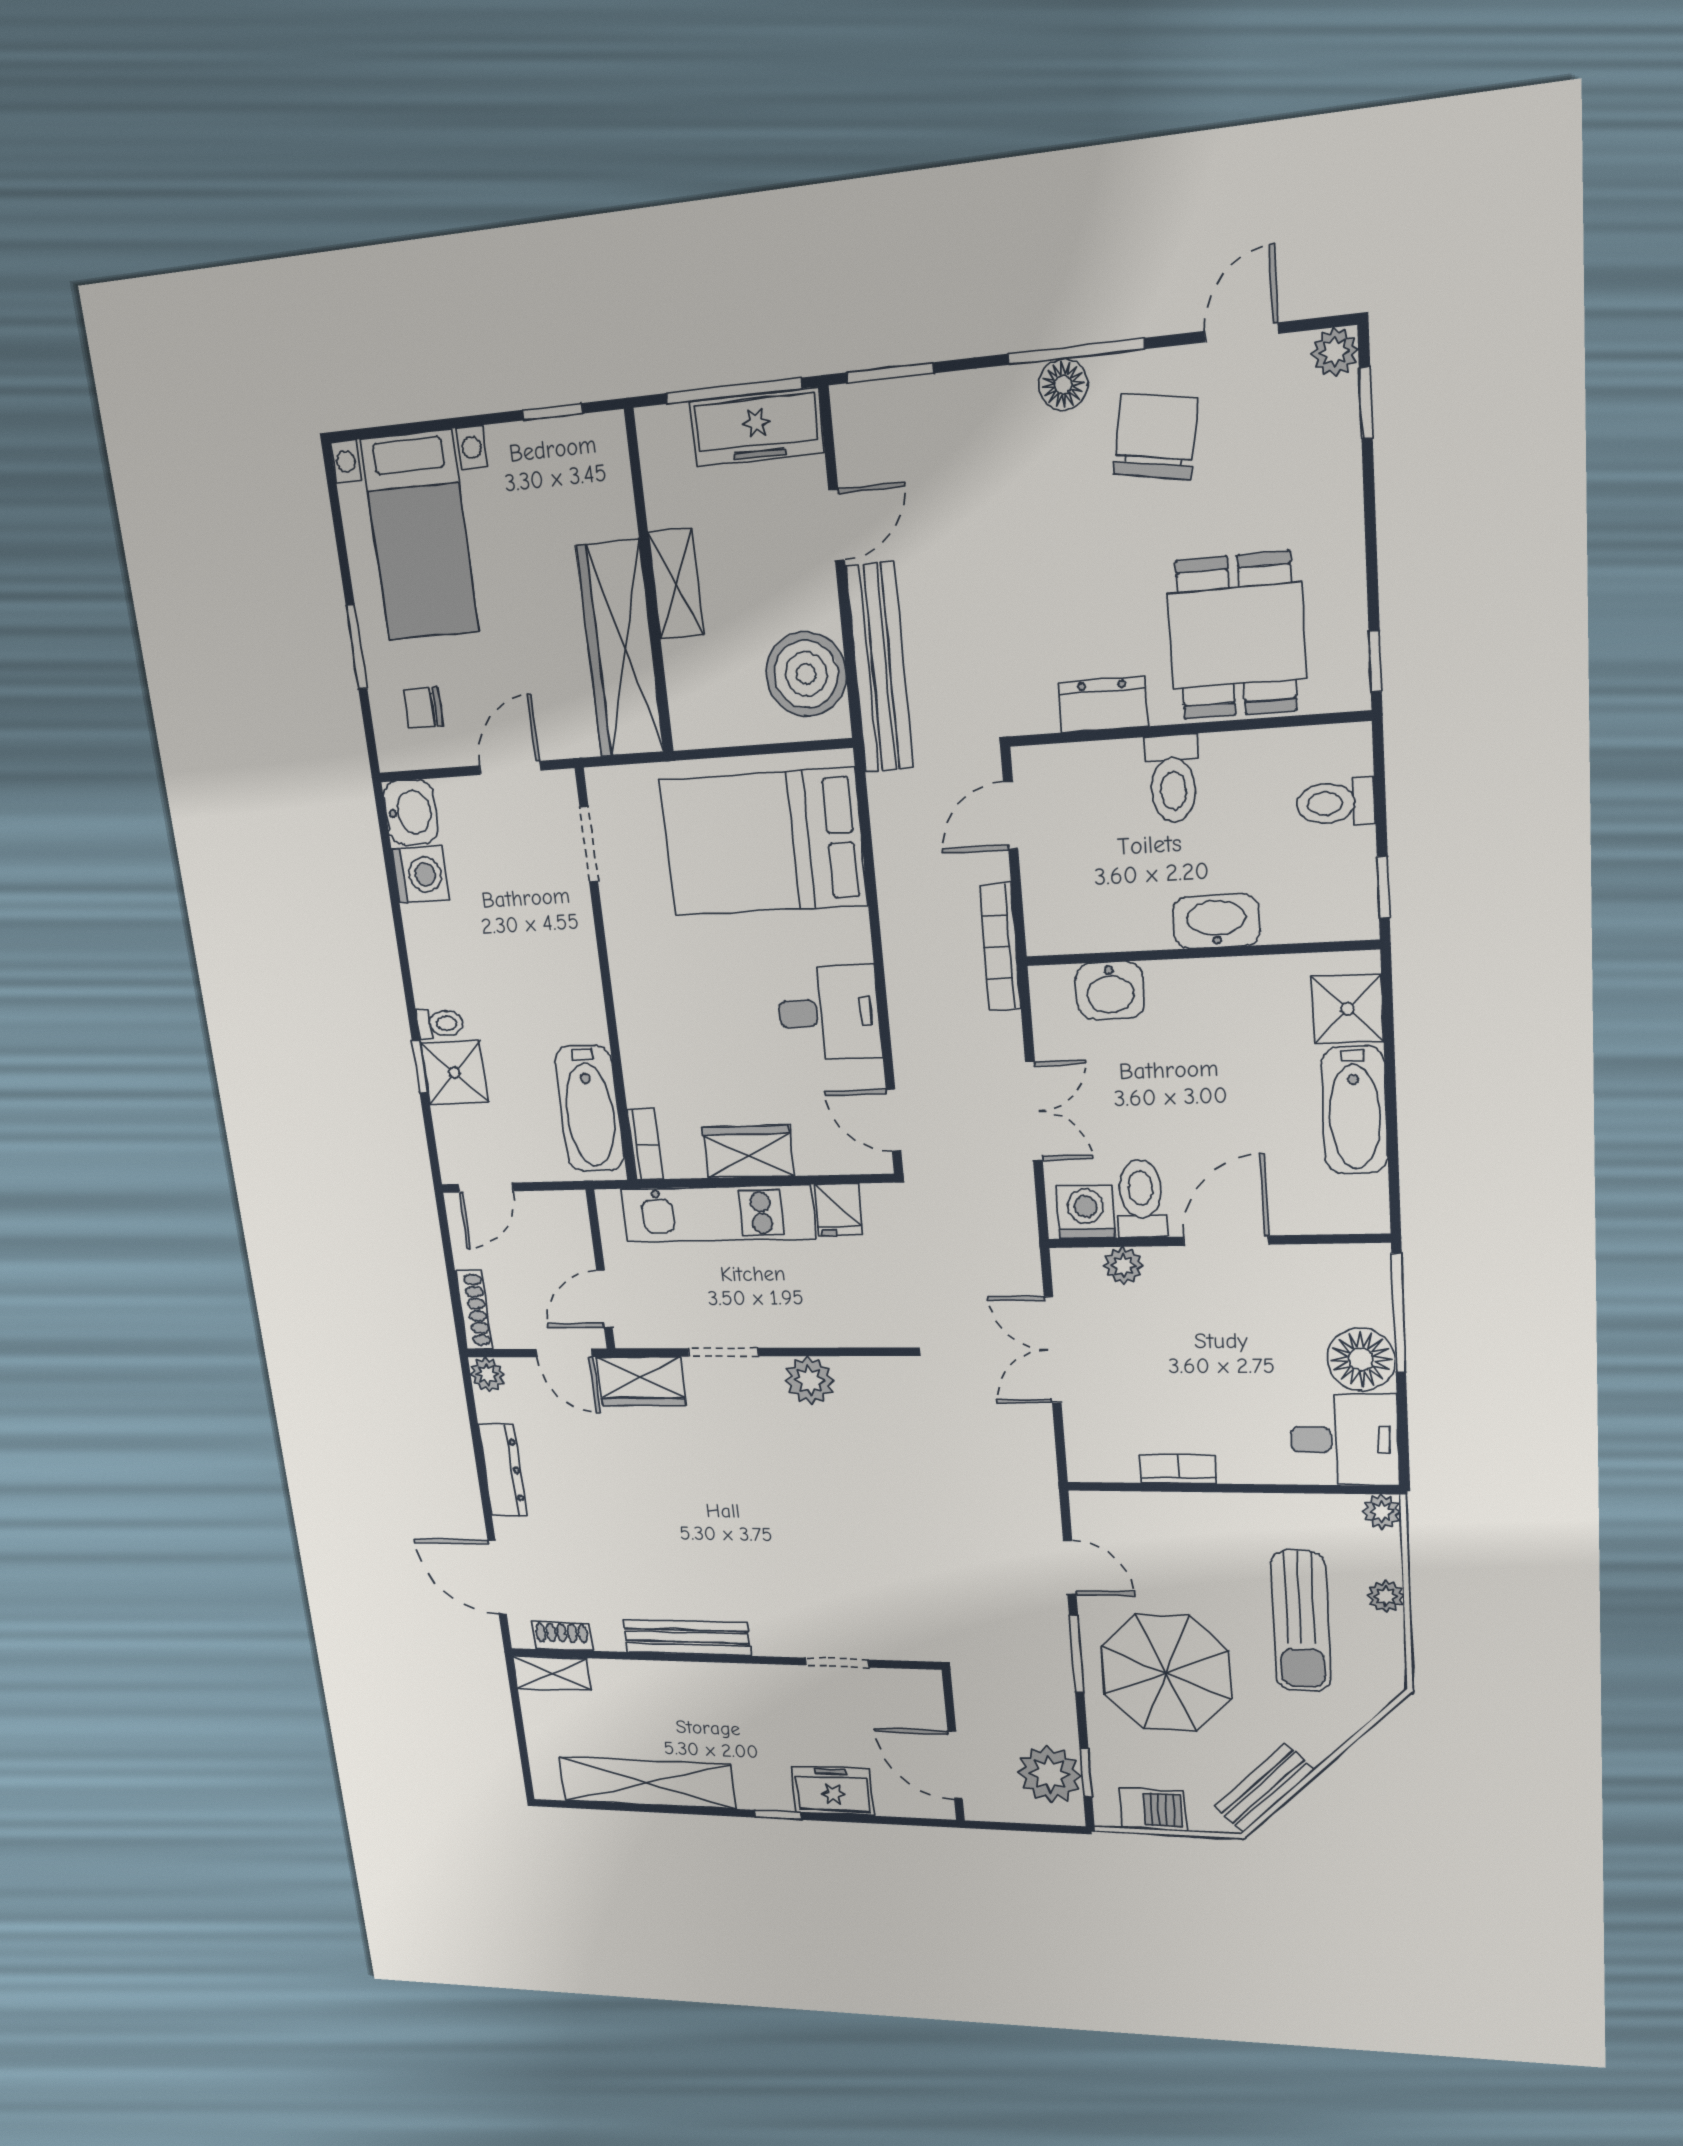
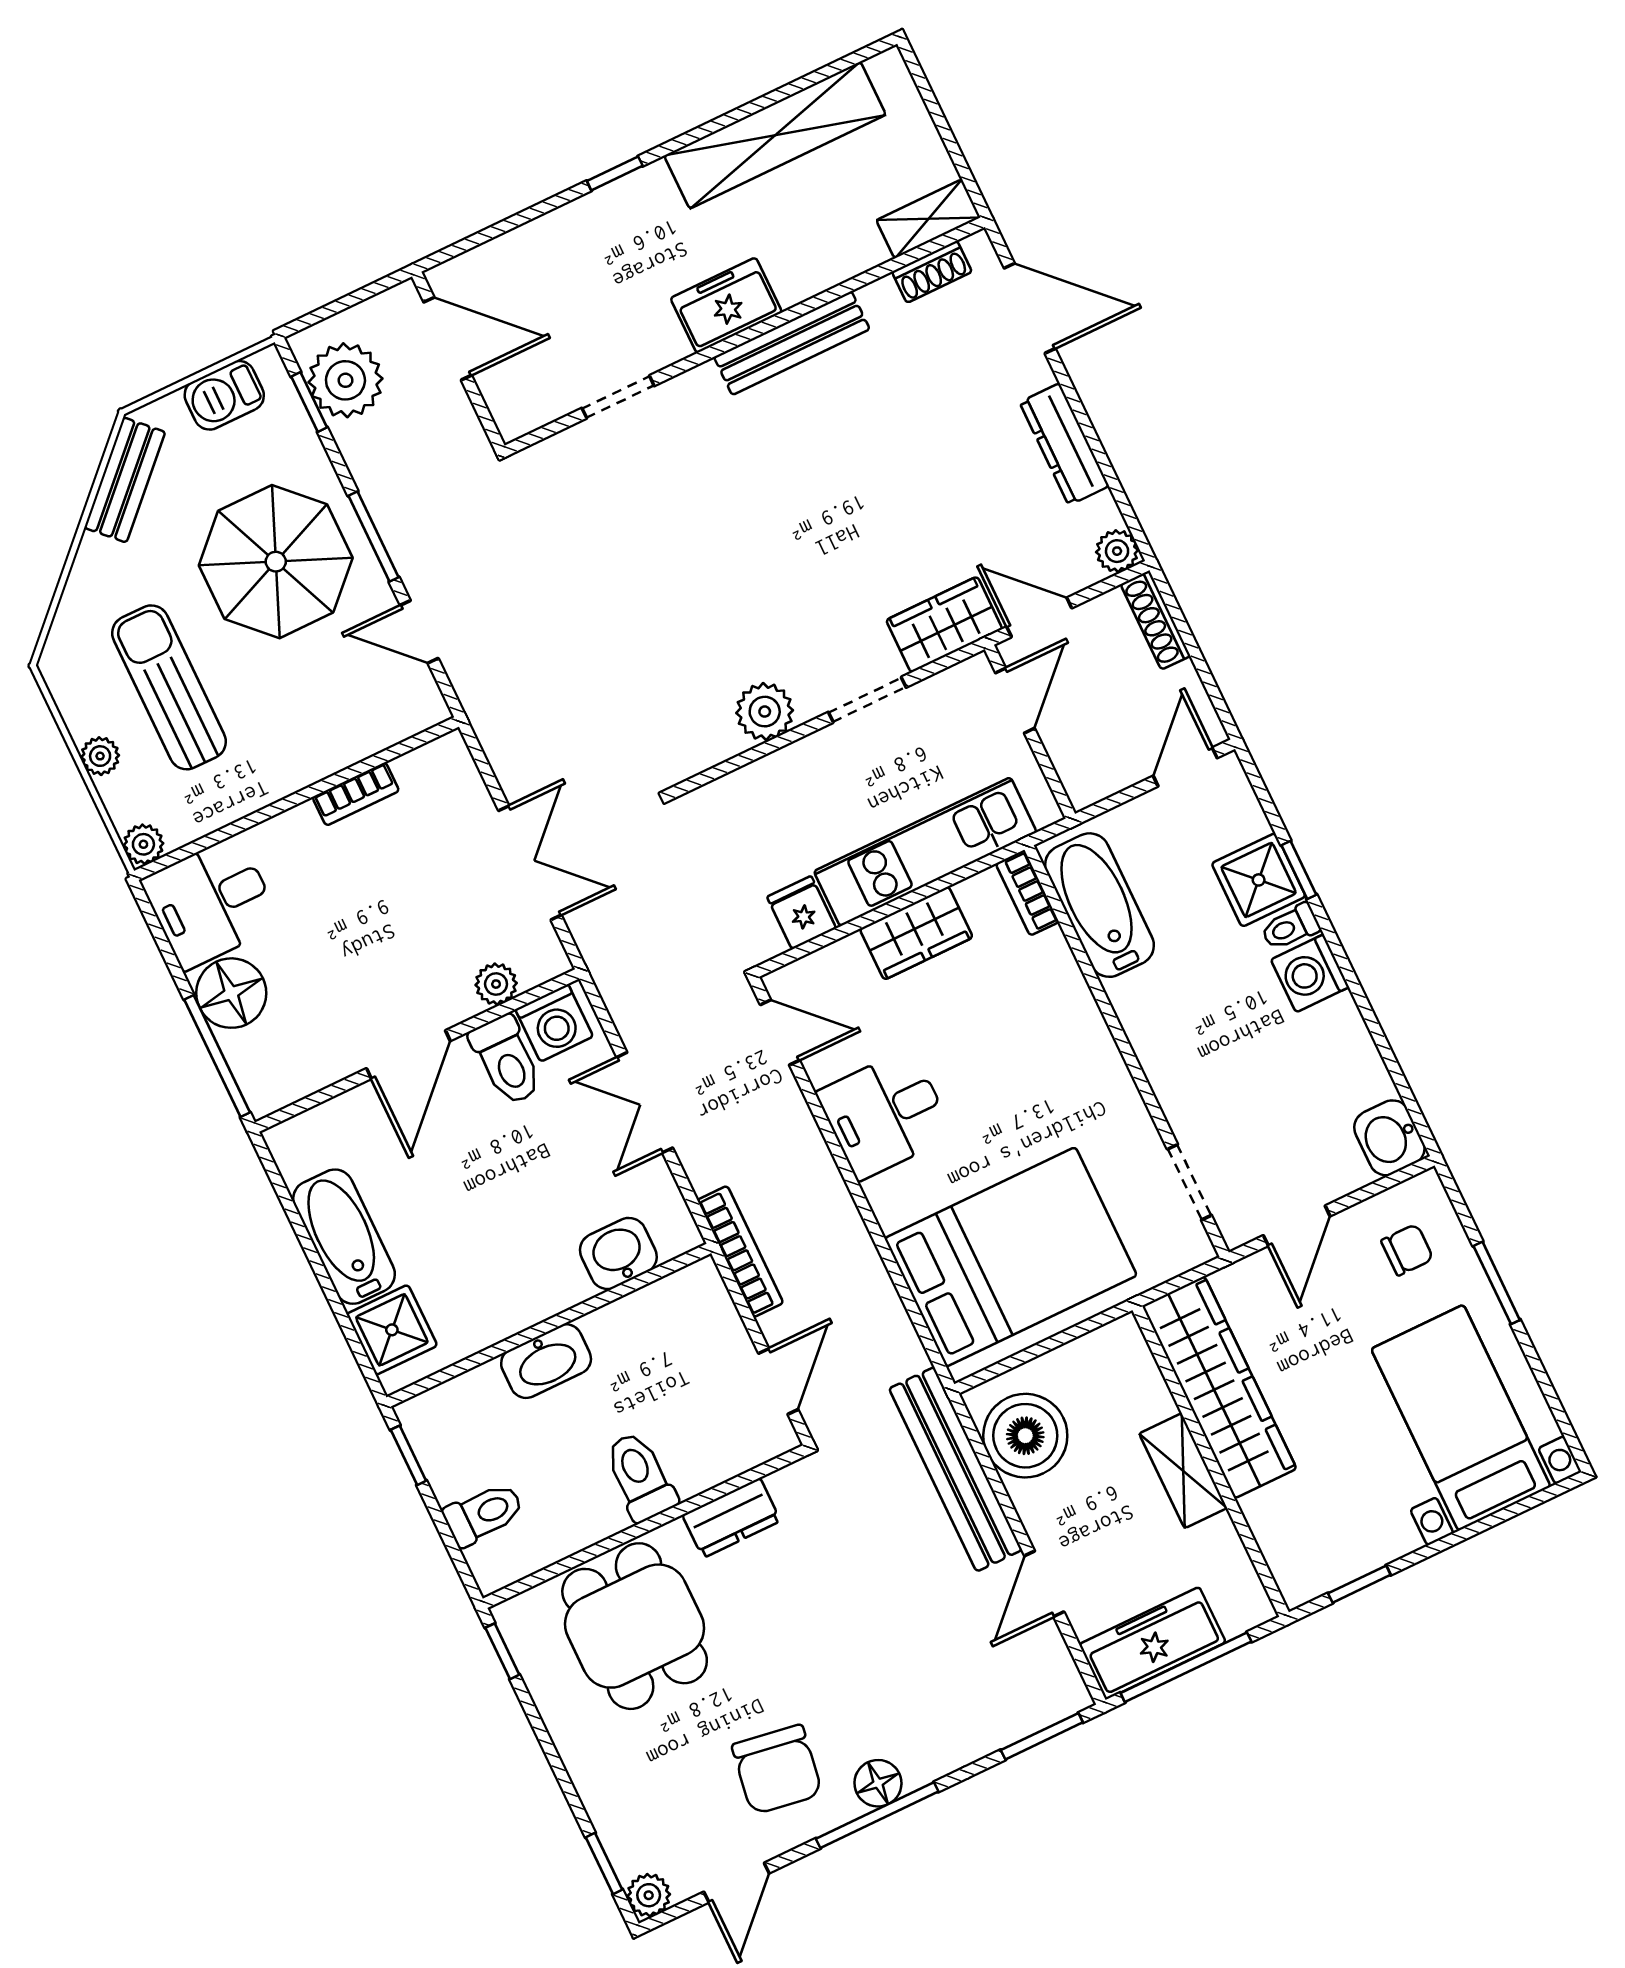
washing machine: (420, 875) -> (1310, 973), moved
freezer: (833, 1791) -> (726, 305), moved, turned 180

